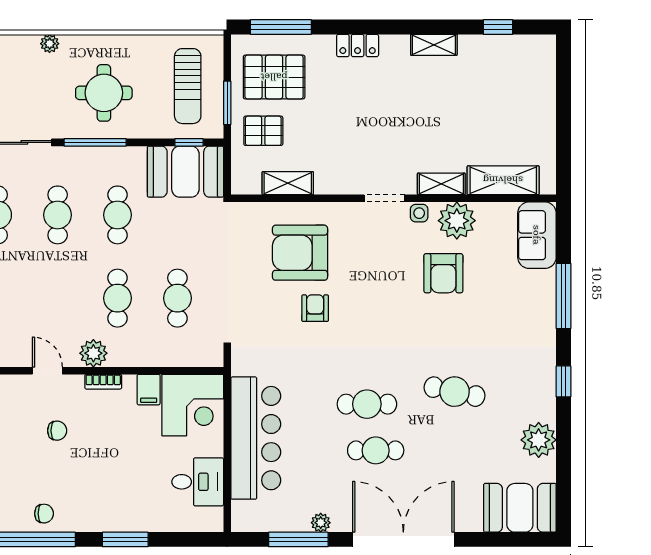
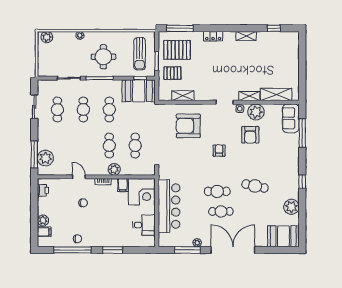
window: (564, 296) -> (302, 133), moved
armchair: (315, 308) -> (219, 151), moved
plant: (93, 353) -> (114, 169), moved

